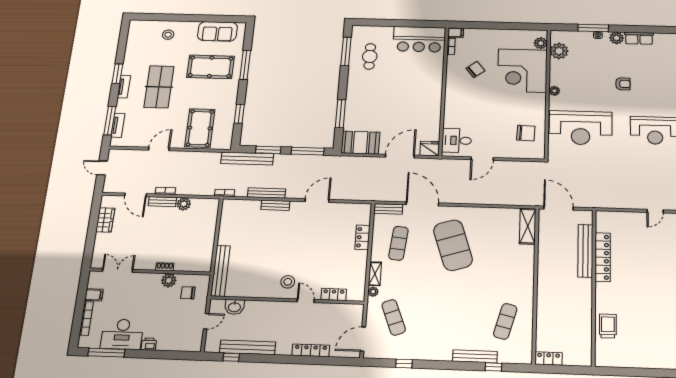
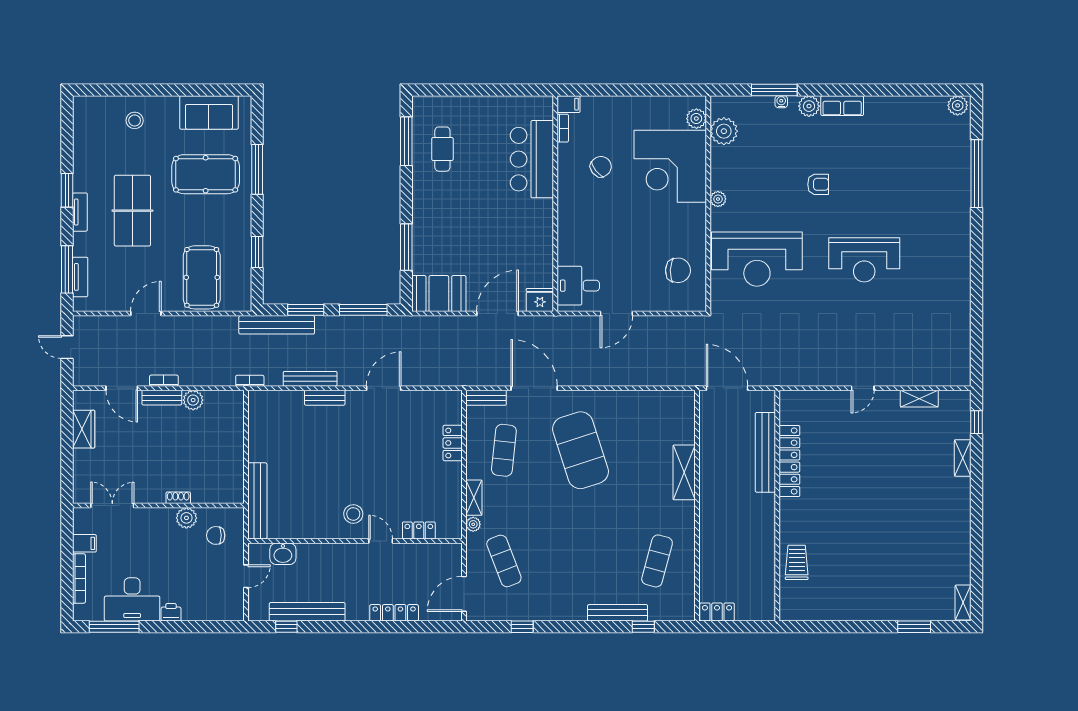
bar counter: (419, 39) -> (532, 159), moved, turned 90
shelving: (528, 226) -> (684, 472), moved

